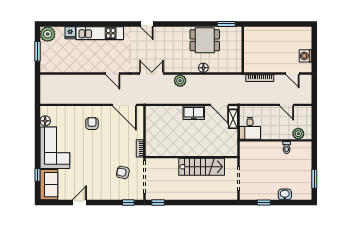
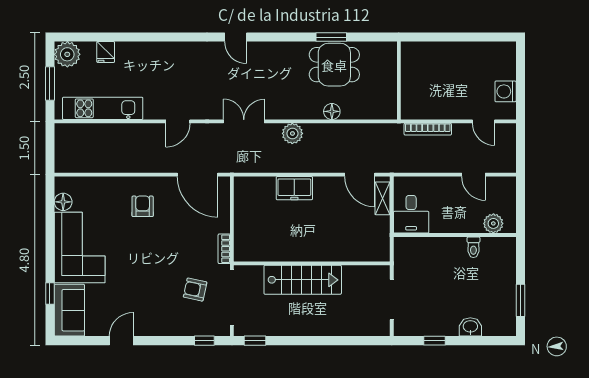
window: (226, 24) -> (331, 37), moved
kitchen unit: (100, 33) -> (103, 108), moved, turned 180
door: (113, 74) -> (178, 121), hinge flipped
freezer: (194, 113) -> (294, 188), moved
stairs: (202, 167) -> (303, 280), moved

